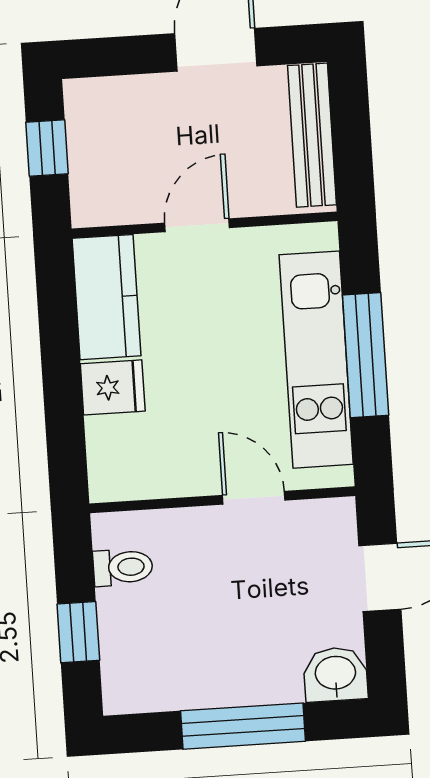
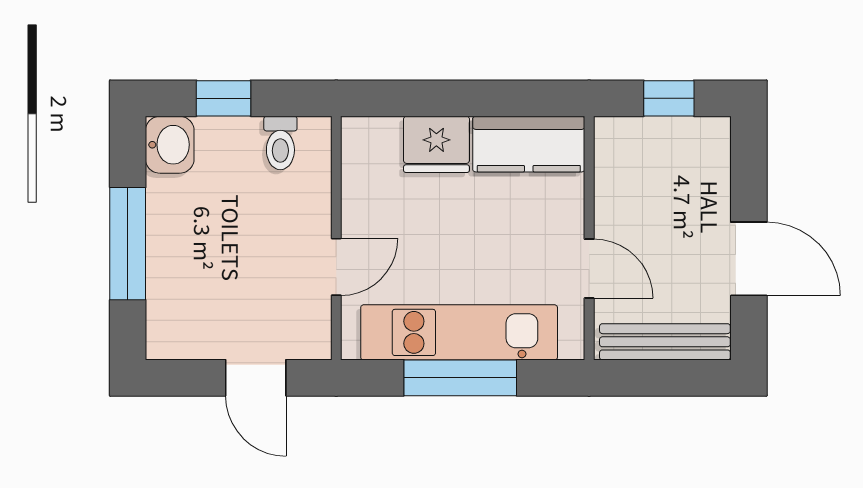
door: (197, 225) -> (589, 269), moved
fridge: (113, 387) -> (436, 144), width x1.38
washbasin: (336, 674) -> (170, 145), moved

